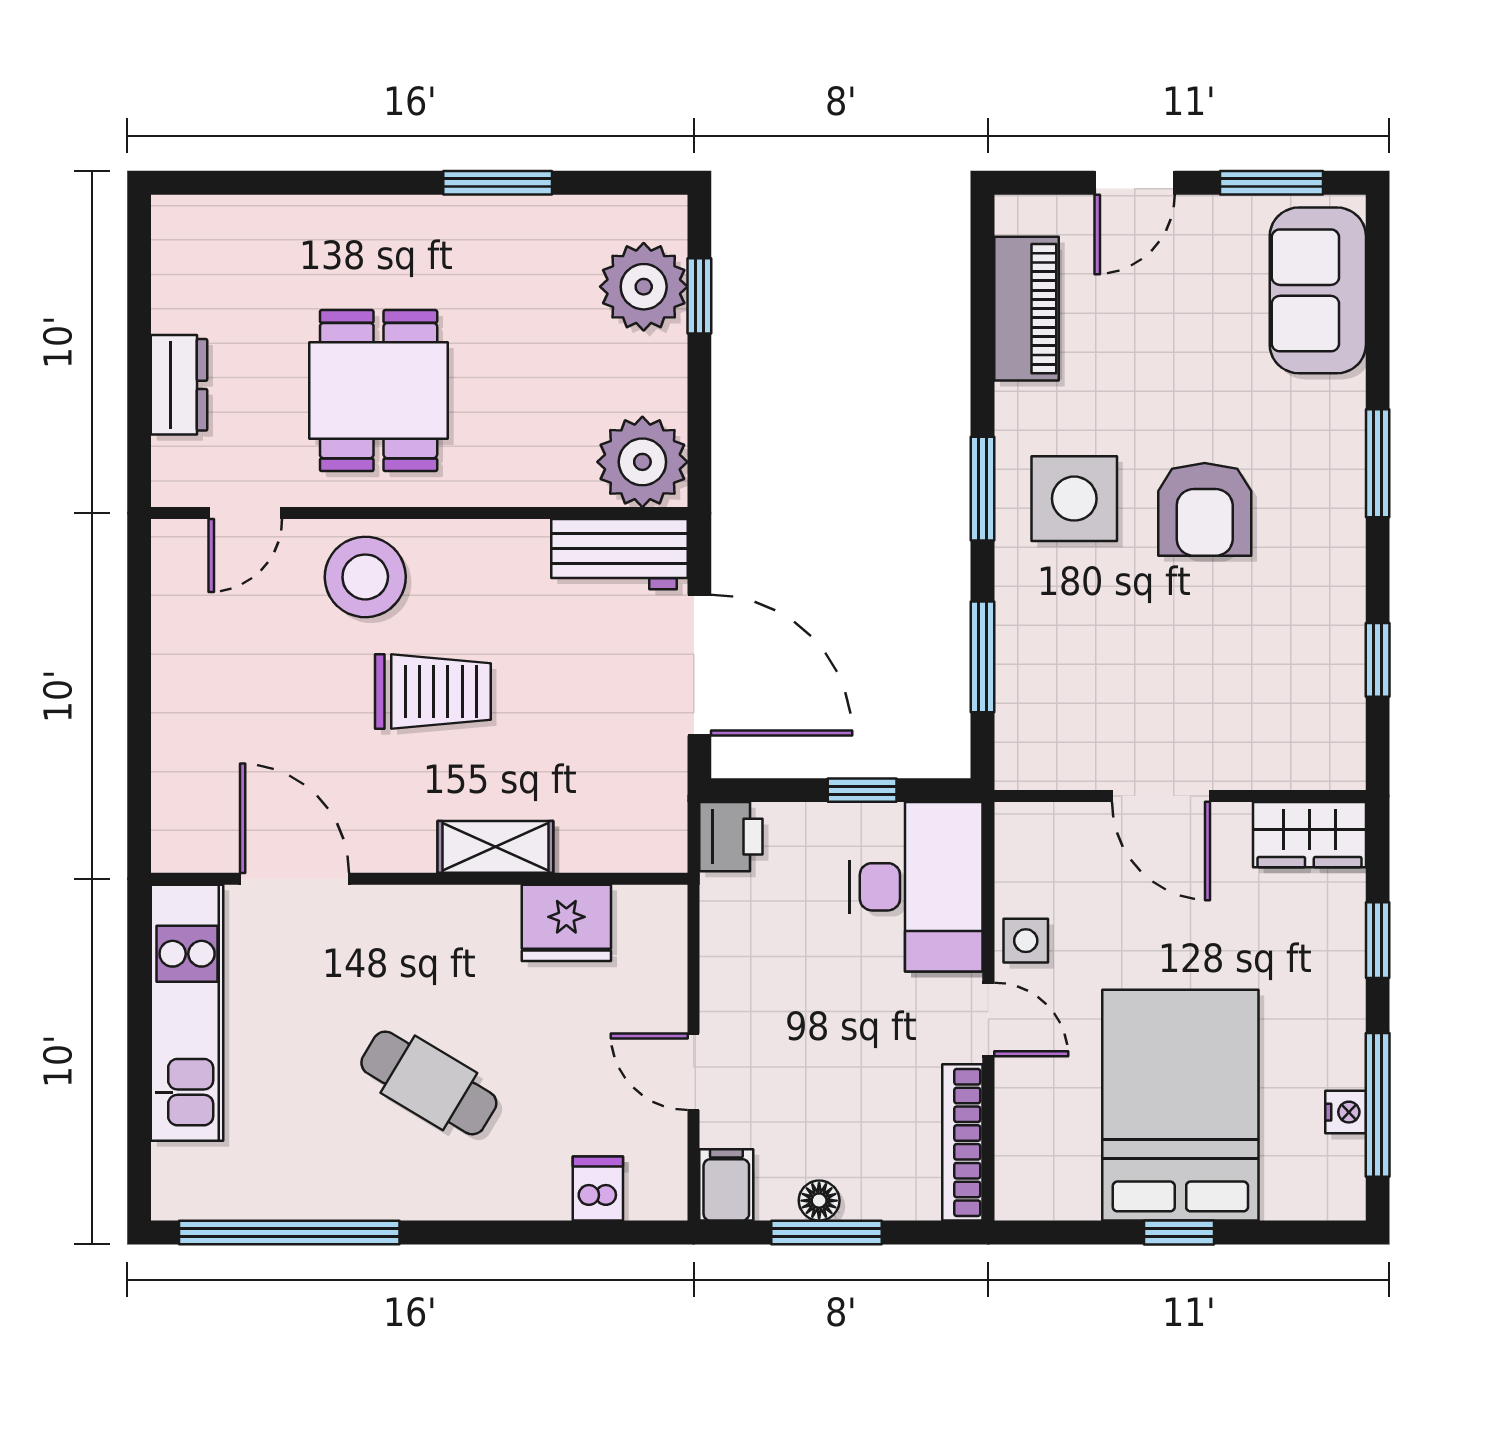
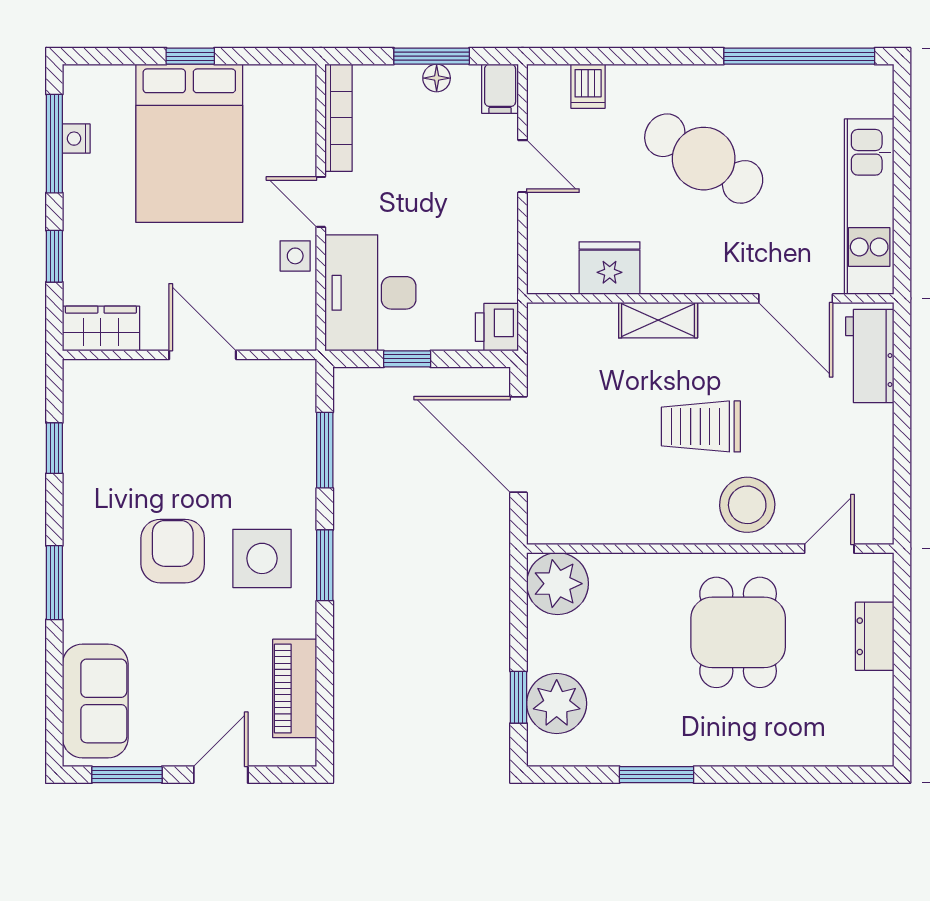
workbench: (620, 554) -> (870, 356), moved, turned -90
cafe table: (429, 1083) -> (704, 159), width x1.37, depth x1.35

